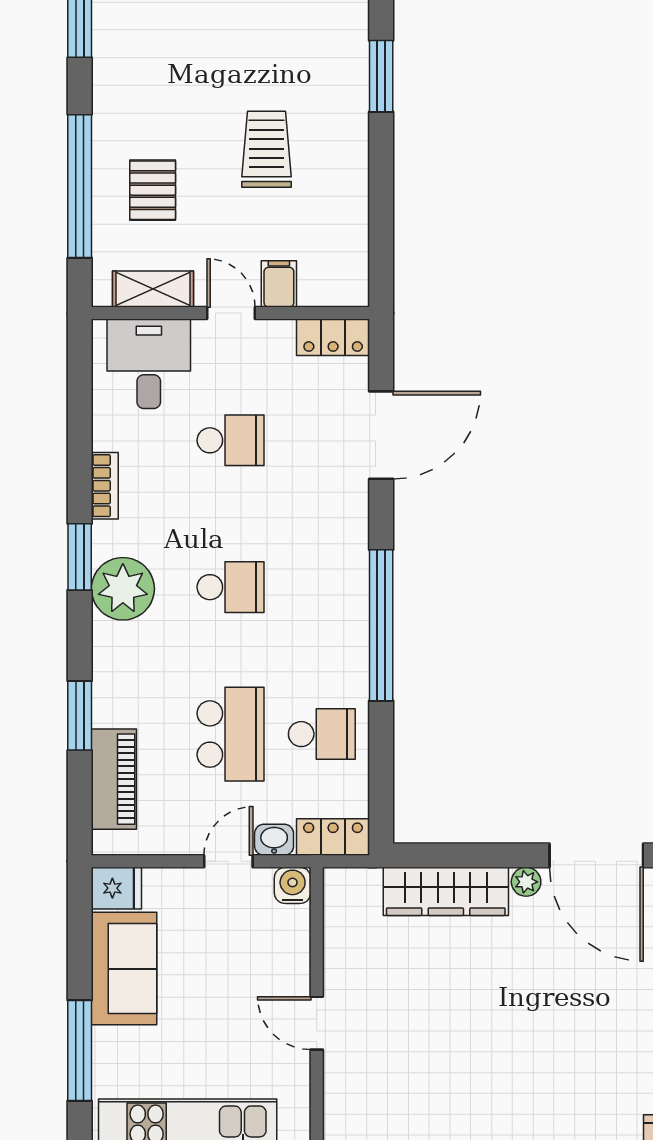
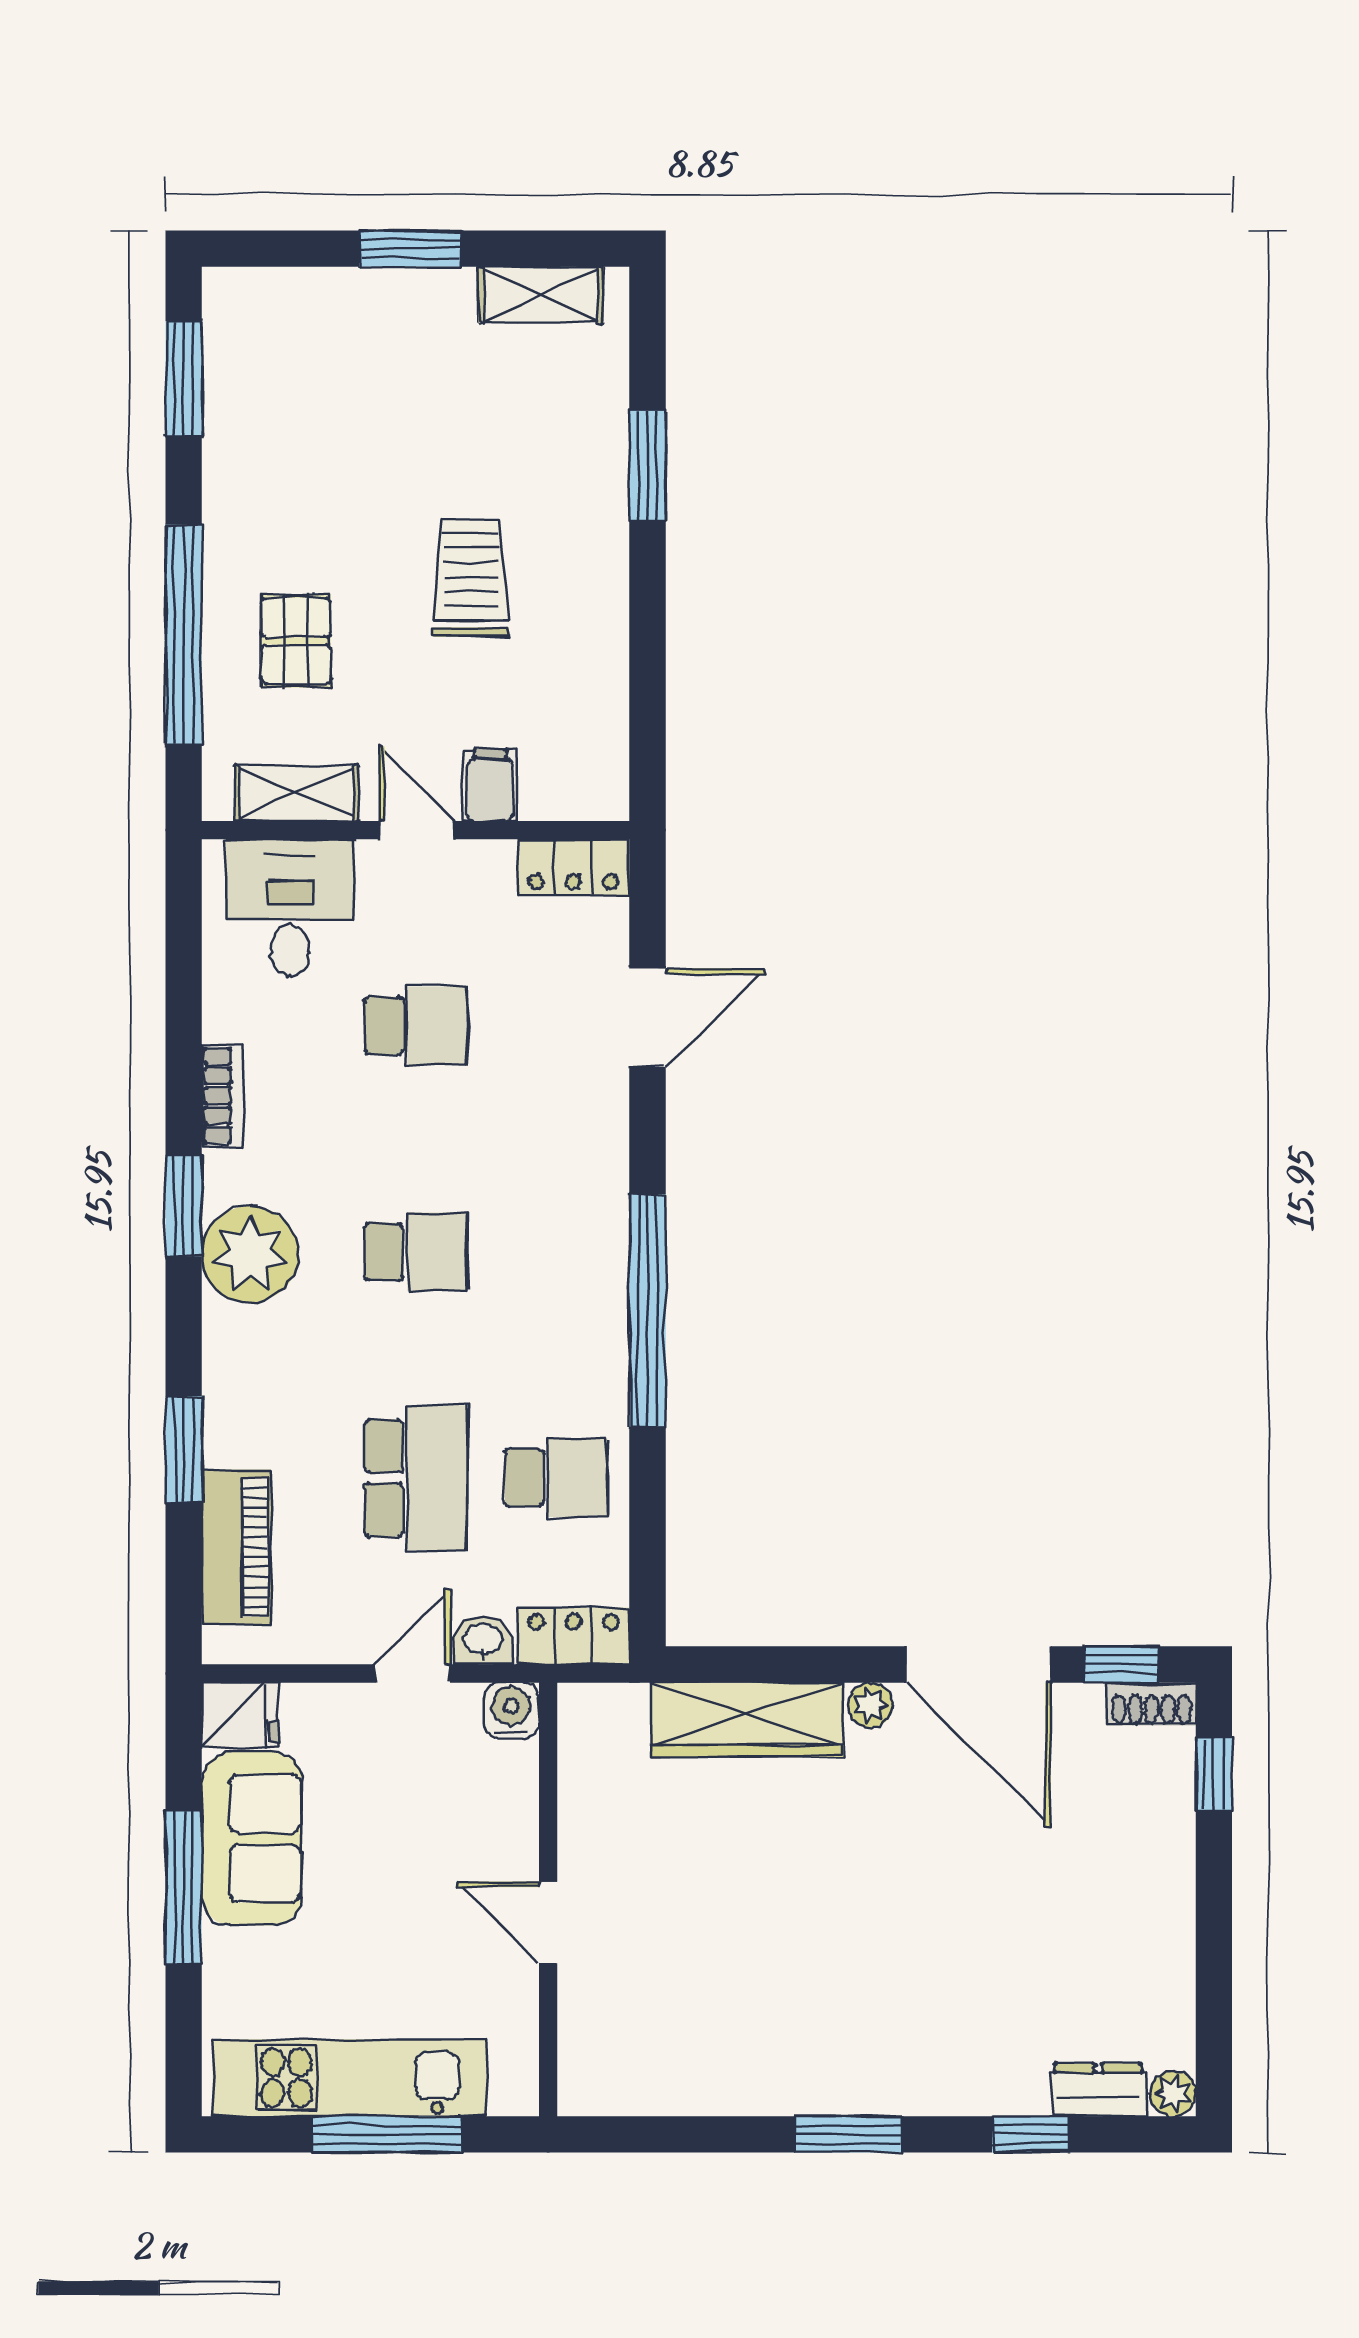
door: (381, 435) -> (648, 1018), width x0.73
window: (80, 1050) -> (184, 1887), moved

